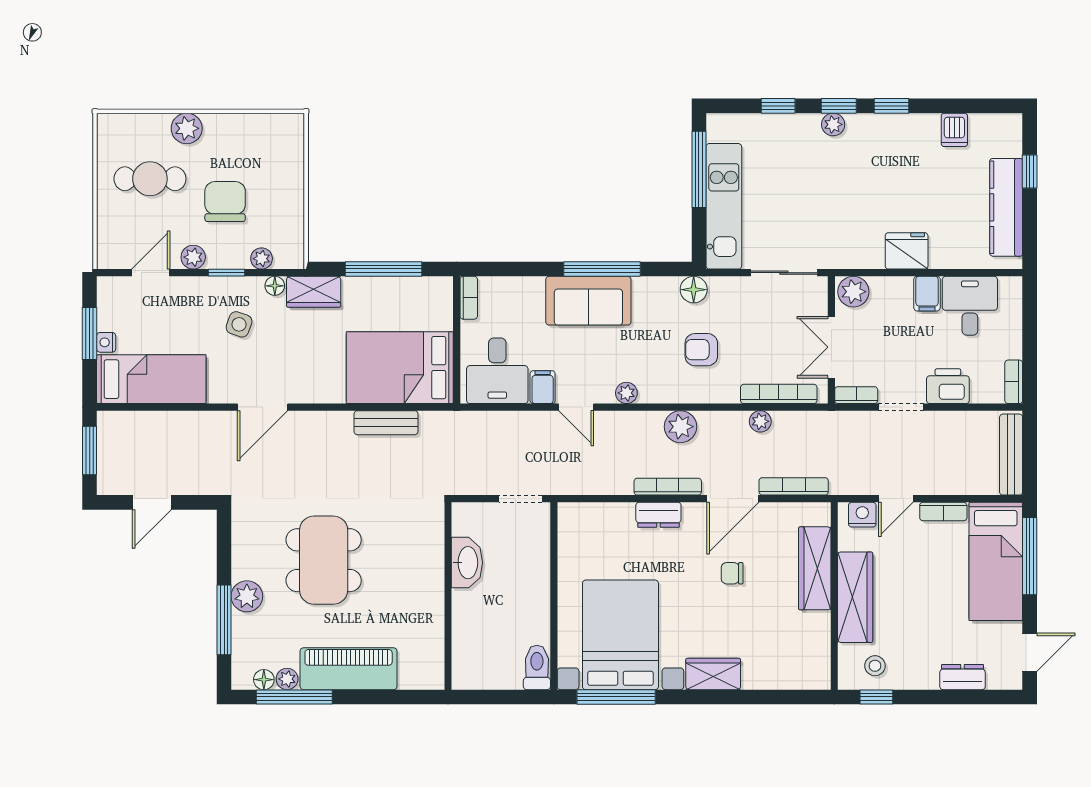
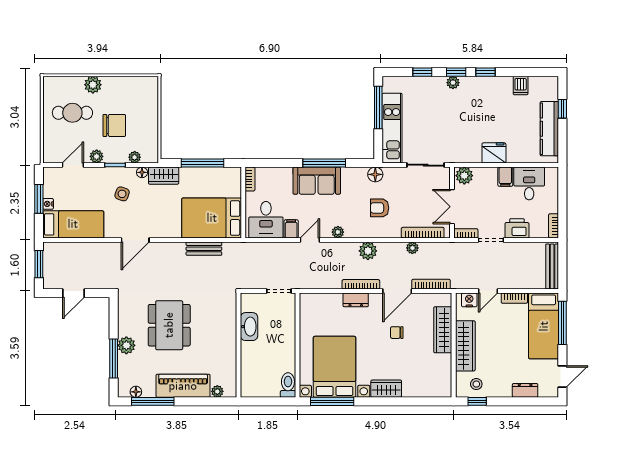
chair: (225, 202) -> (114, 125), turned 90
door: (576, 407) -> (310, 240), swing flipped
plant: (287, 679) -> (217, 391), moved

